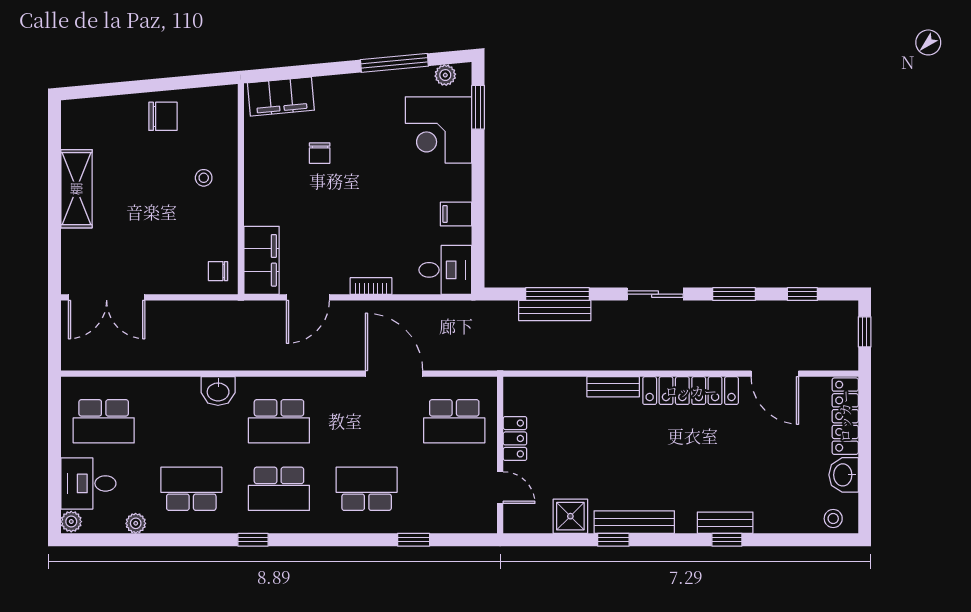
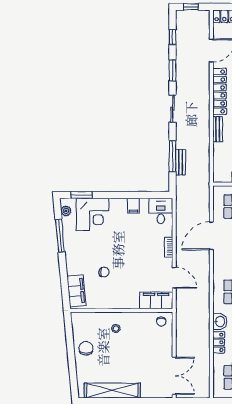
shelving: (76, 189) -> (112, 390), width x1.47
bench: (555, 311) -> (181, 162), width x0.73
locker: (175, 389) -> (219, 342), added

